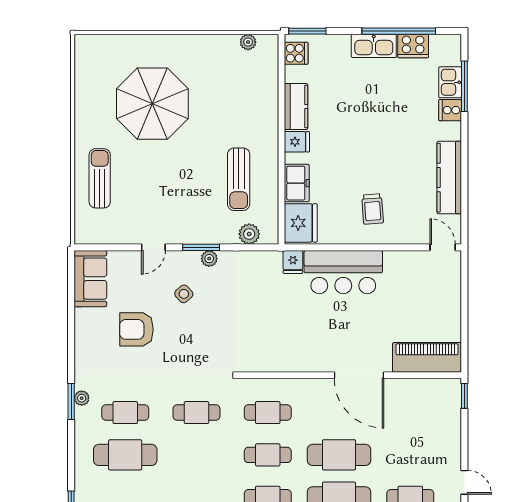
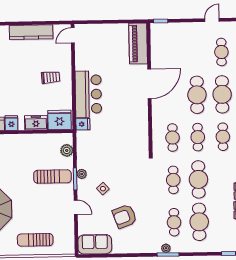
sun lounger: (239, 179) -> (52, 177), moved
armchair: (136, 329) -> (125, 216), turned 70
cafe table: (196, 455) -> (198, 179), added

